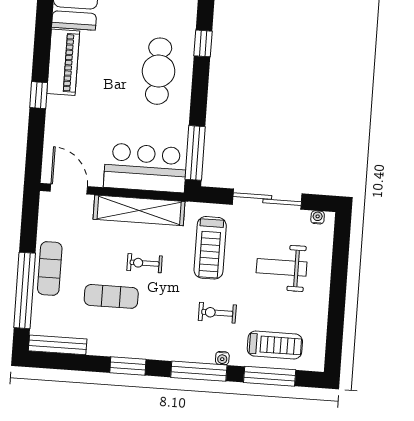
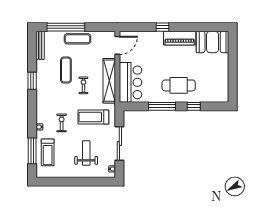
window: (195, 153) -> (162, 106), moved
window: (199, 371) -> (32, 116), removed

